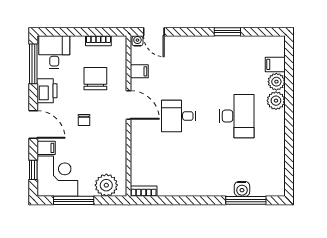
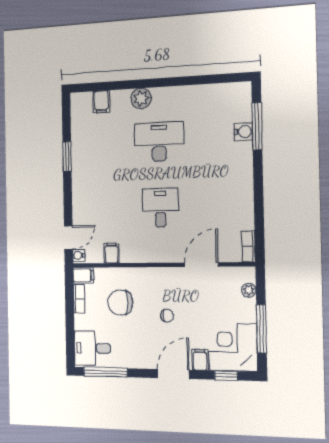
filing cabinet: (120, 45) -> (83, 275), added
plant: (276, 82) -> (120, 99), removed
printer: (47, 91) -> (135, 357), removed
door: (128, 105) -> (201, 265), moved
desk: (179, 116) -> (160, 208), turned 180
plant: (106, 185) -> (249, 290), width x0.53, depth x0.53

